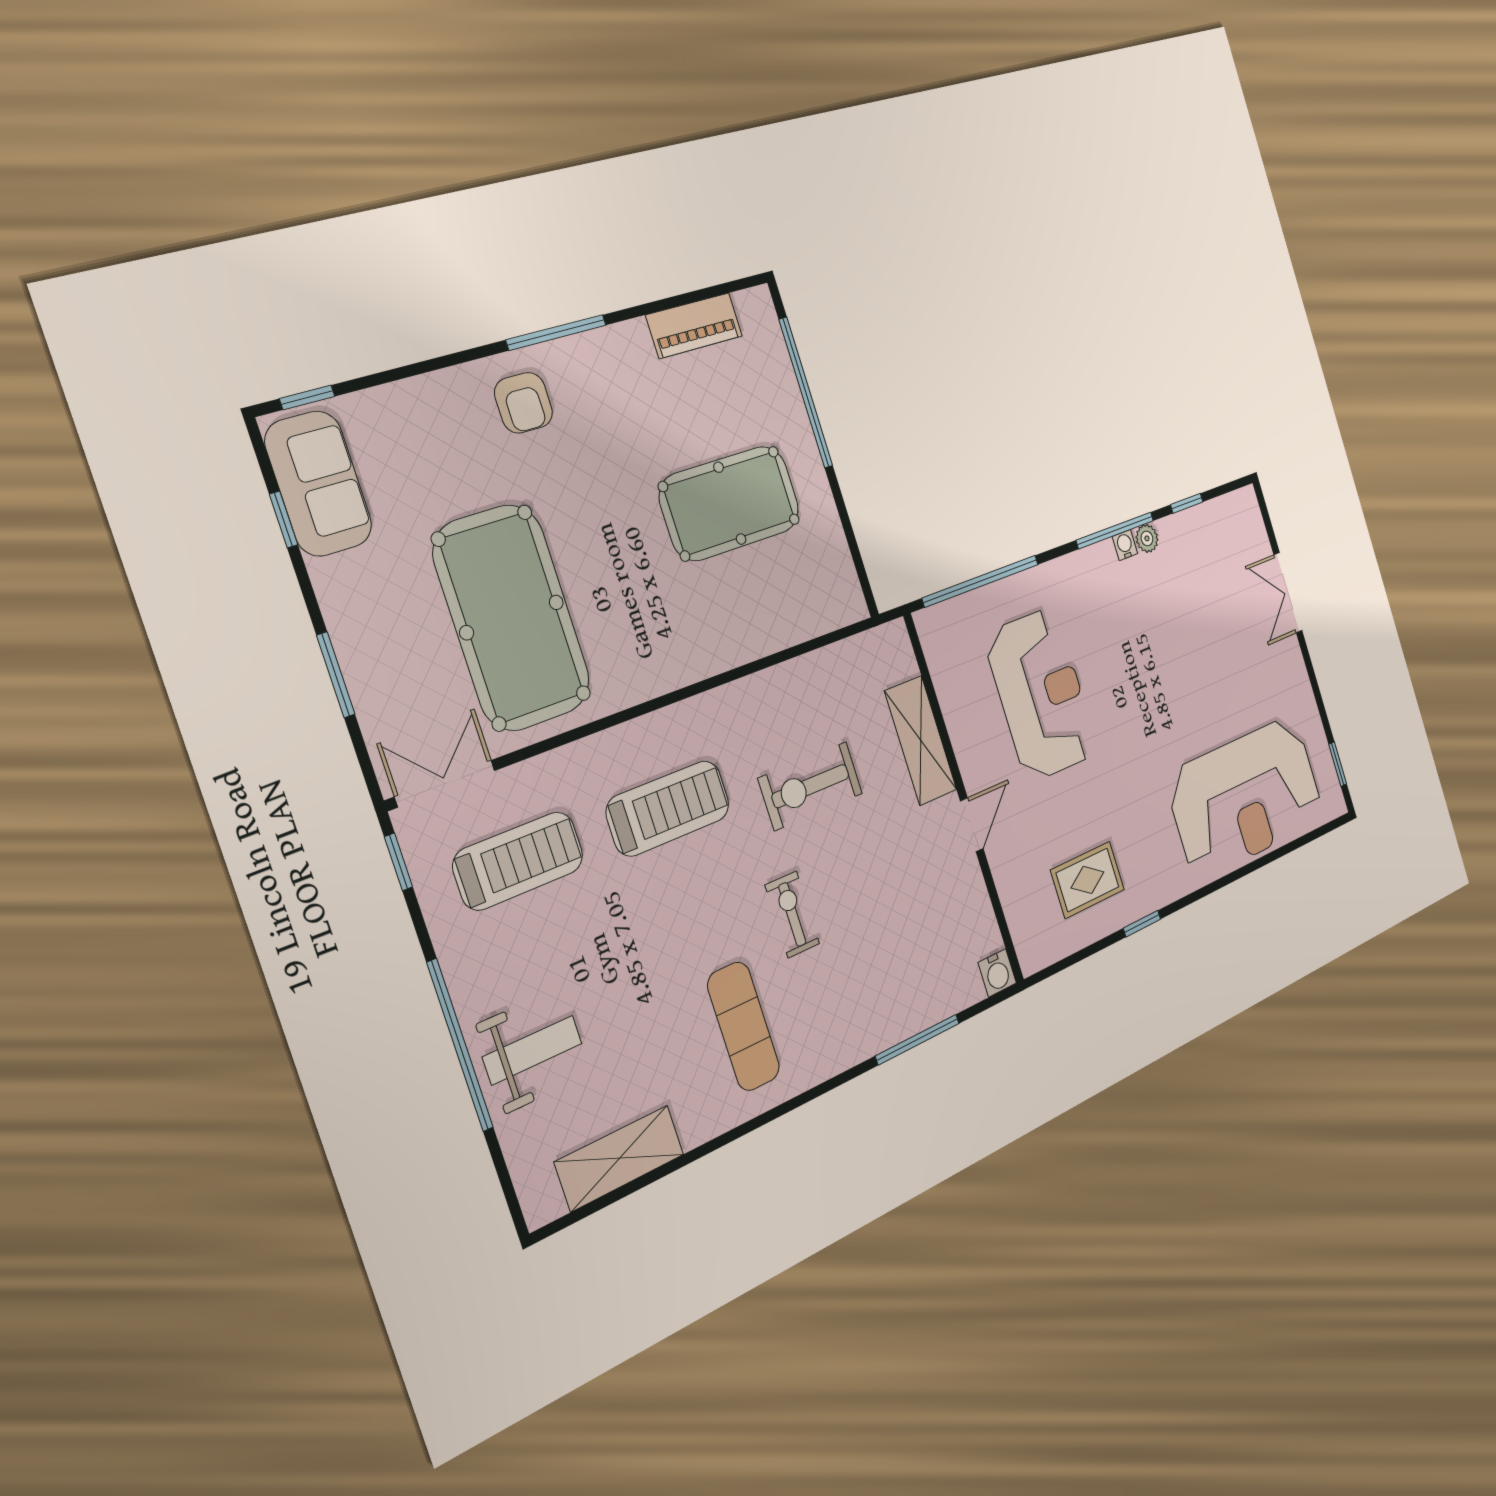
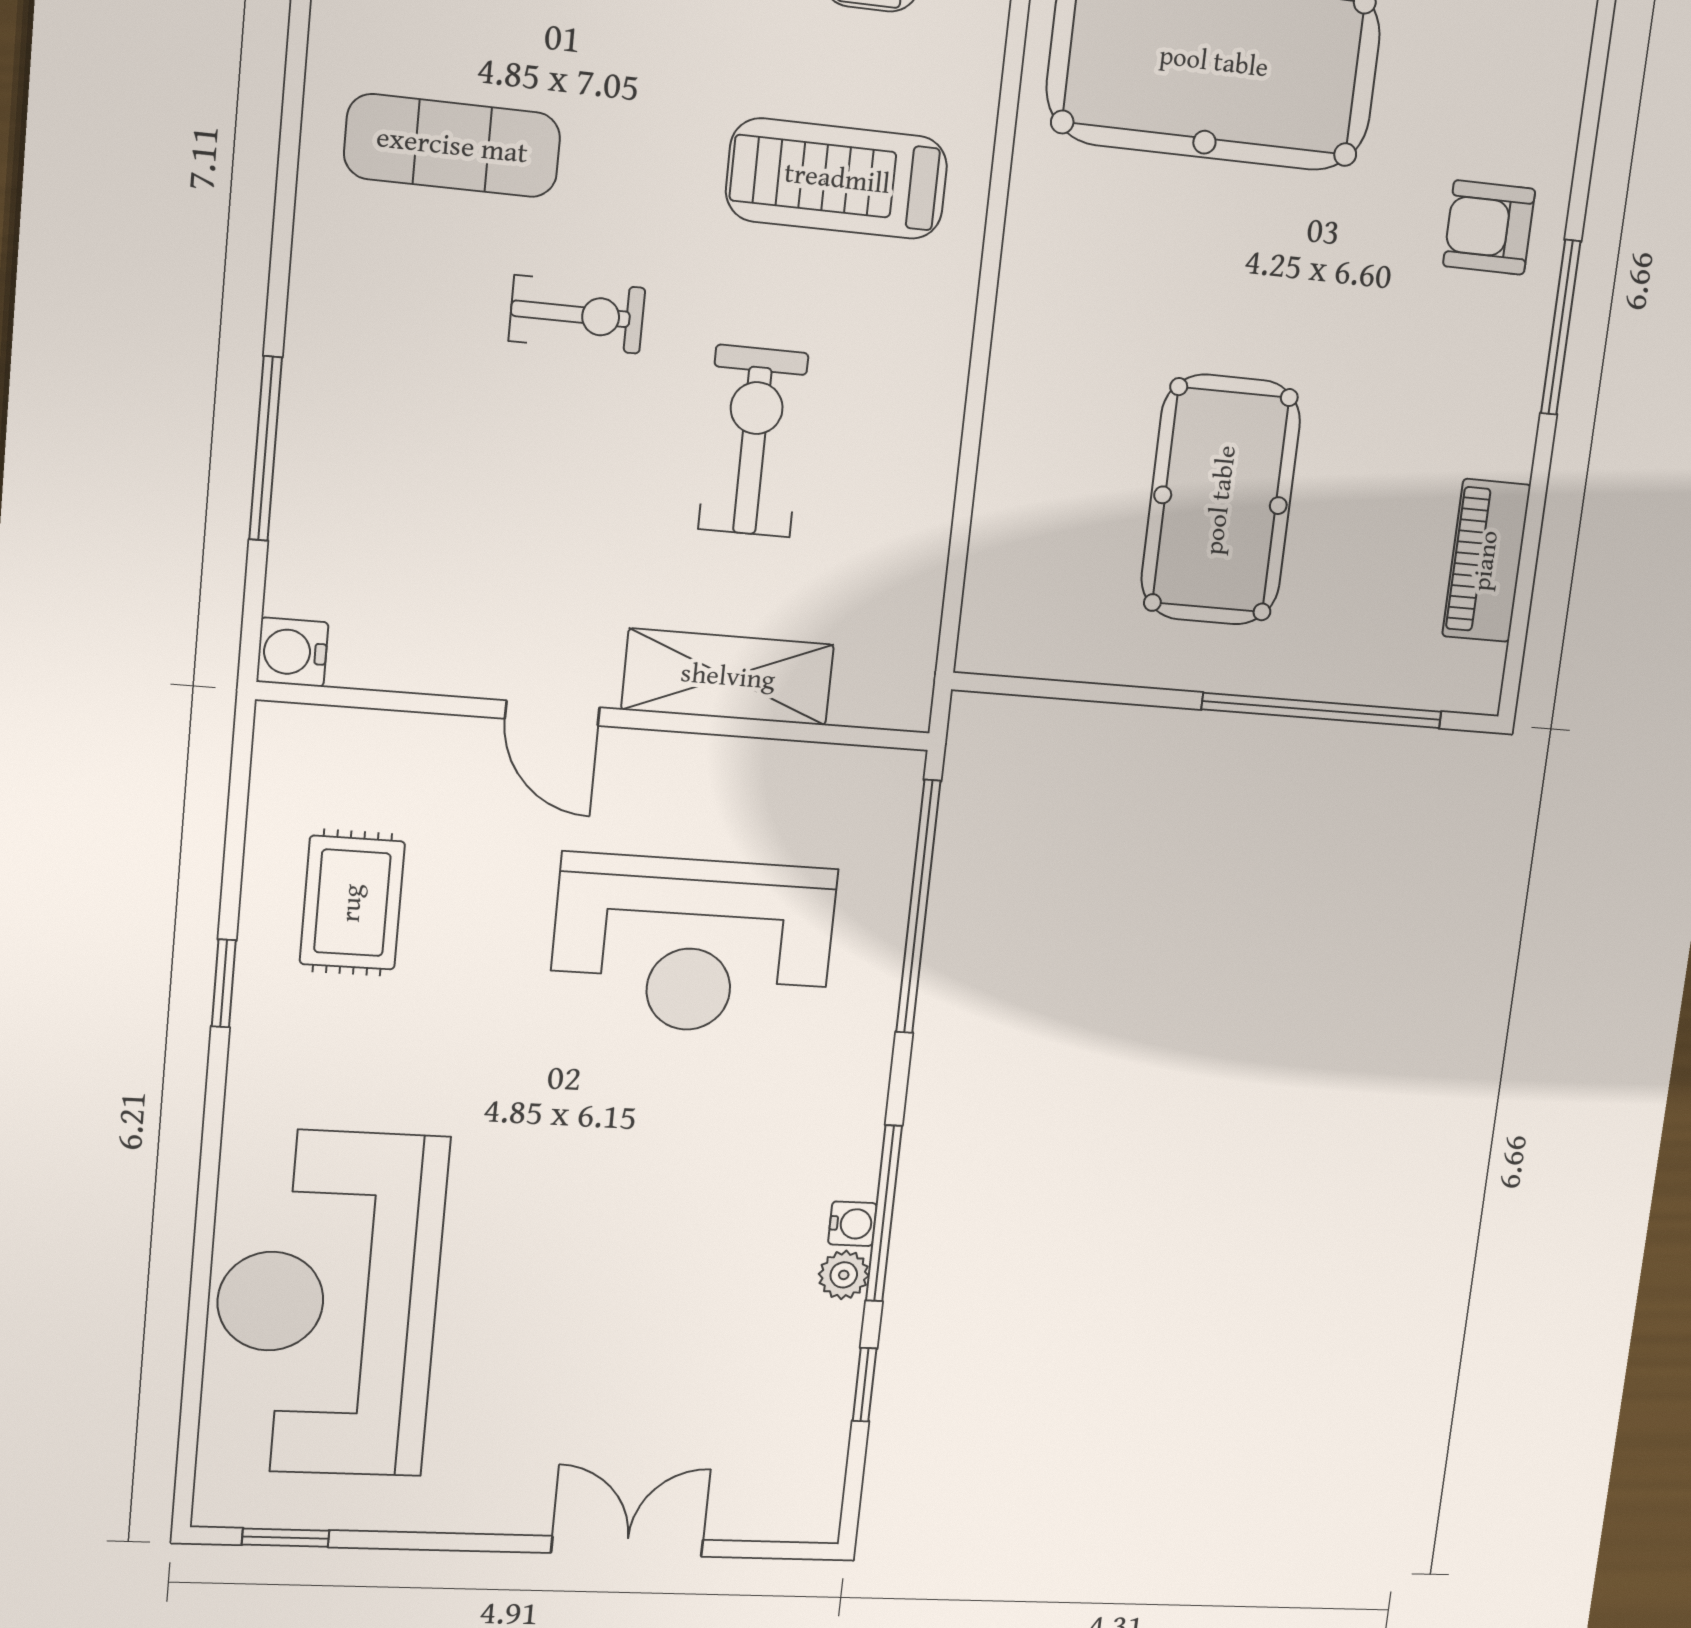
treadmill: (668, 808) -> (837, 179), turned 90

